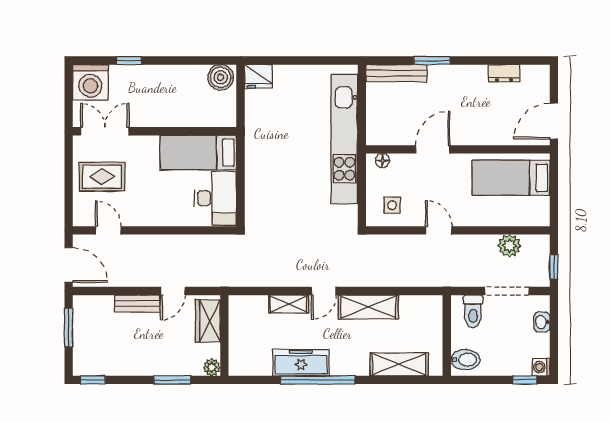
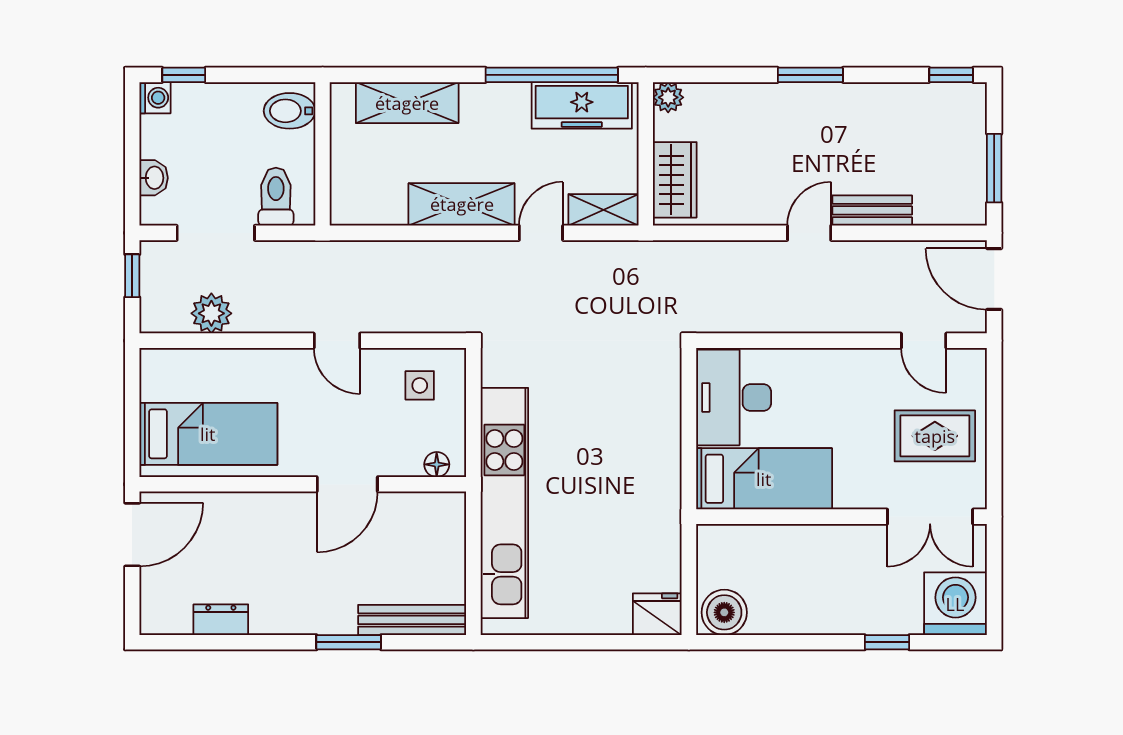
wardrobe: (208, 321) -> (675, 180), moved
wall: (224, 335) -> (646, 154), moved
plant: (212, 367) -> (668, 97), moved

